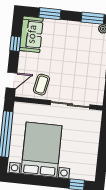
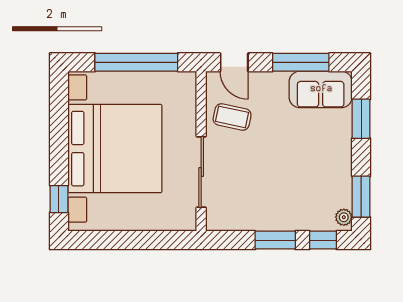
window: (15, 44) -> (301, 62), width x2.17
bed with nightstands: (41, 150) -> (115, 149), width x1.36

